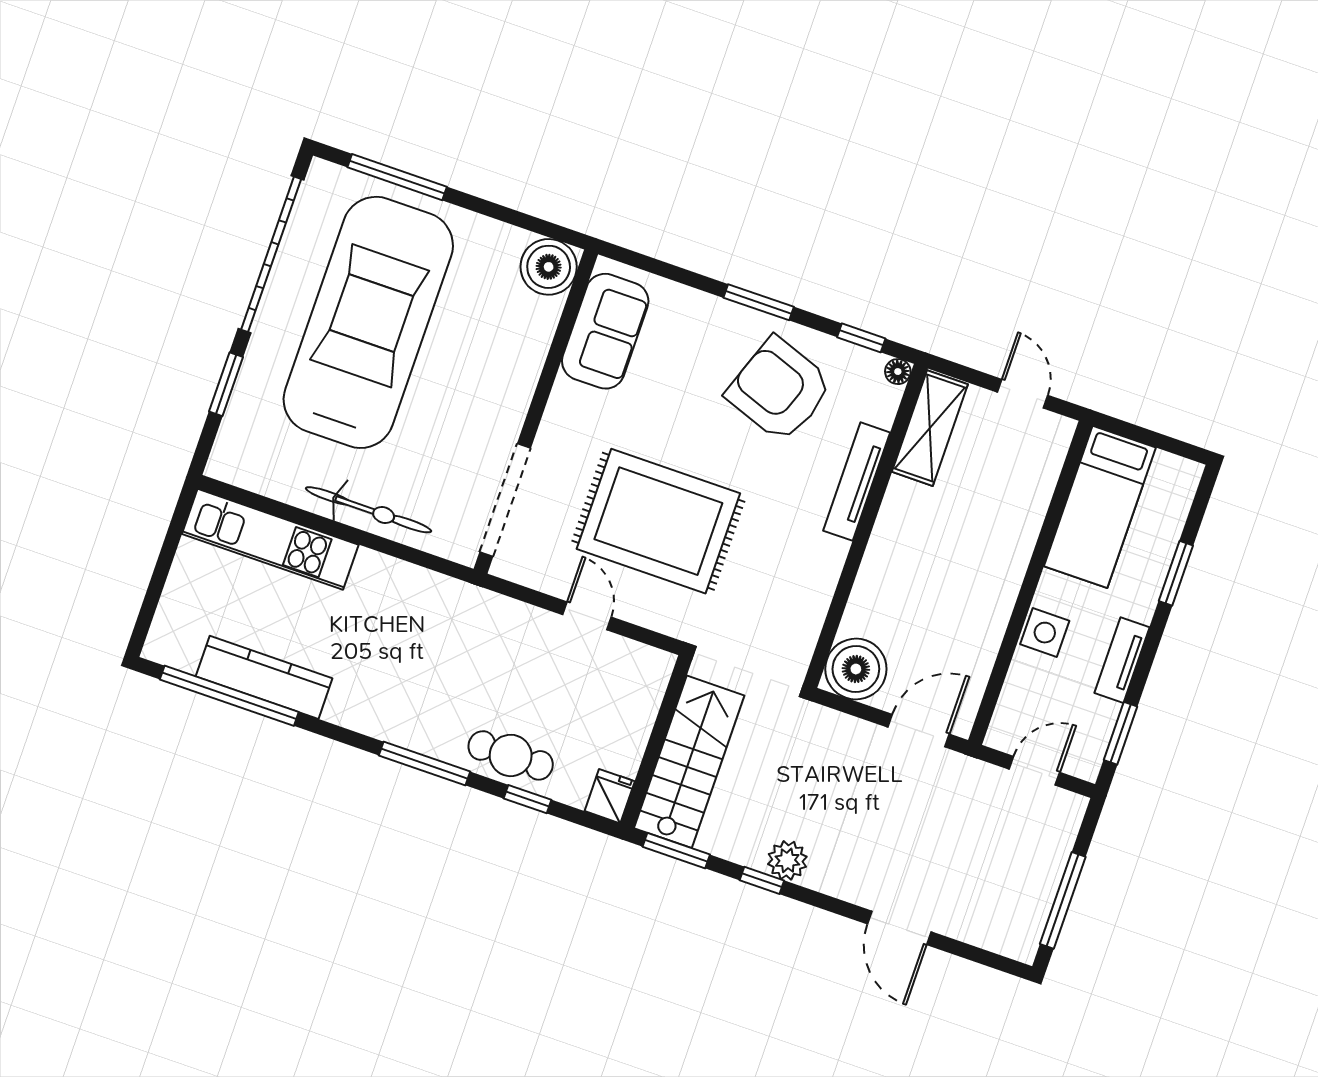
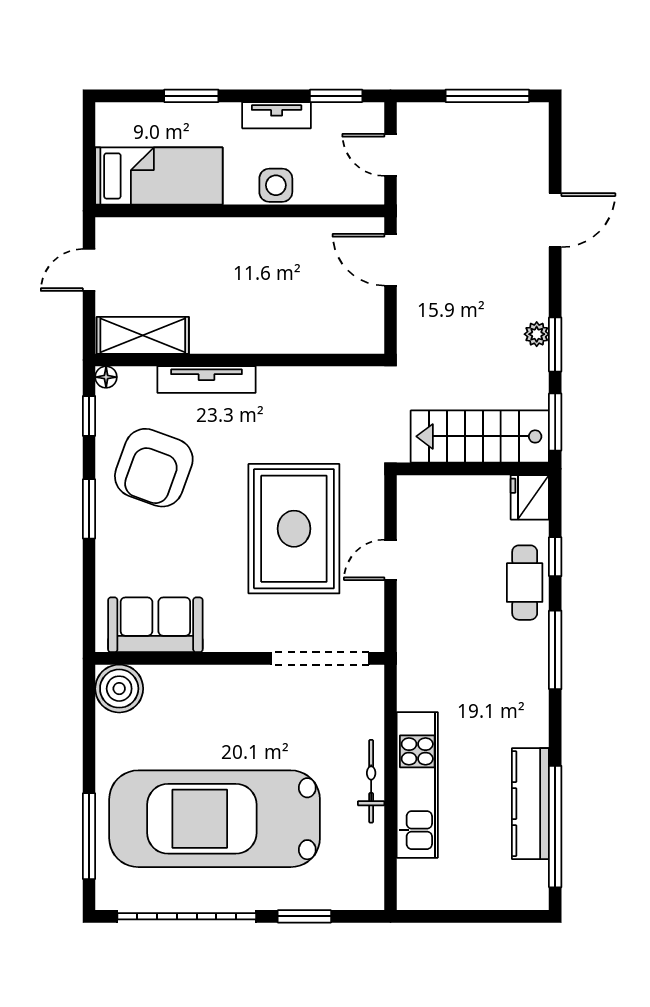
bicycle: (369, 510) -> (371, 781), width x0.73, depth x0.71
kitchen unit: (270, 539) -> (417, 785), moved
boiler: (856, 669) -> (358, 328), removed
fridge: (610, 796) -> (530, 497), width x1.38
plant: (787, 860) -> (537, 334), width x0.73, depth x0.73
window: (762, 880) -> (555, 345), width x1.50

